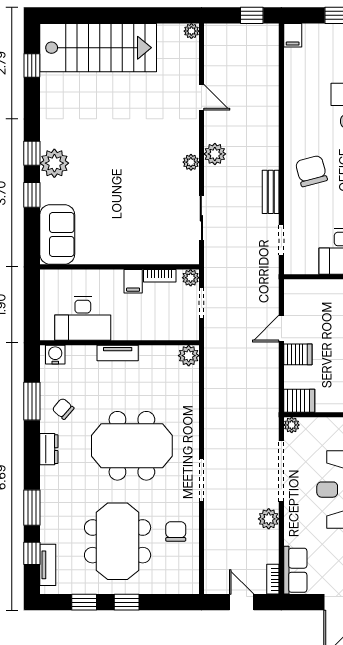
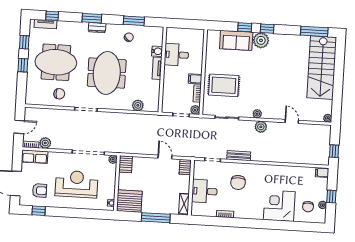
window: (32, 66) -> (314, 31), width x2.17
door: (201, 97) -> (292, 121), swing flipped
chair: (311, 171) -> (238, 182), moved, turned 105
rug: (142, 227) -> (224, 85), added
sofa: (57, 235) -> (236, 40), moved
desk: (83, 318) -> (176, 55), width x0.73
server rack: (298, 354) -> (185, 167), moved
water cooler: (55, 355) -> (157, 51), moved
plant: (189, 356) -> (138, 105), moved
dresser: (49, 449) -> (97, 28), moved
window: (32, 508) -> (92, 18), moved
plant: (269, 519) -> (45, 143), moved

